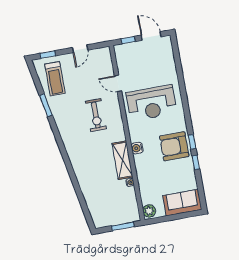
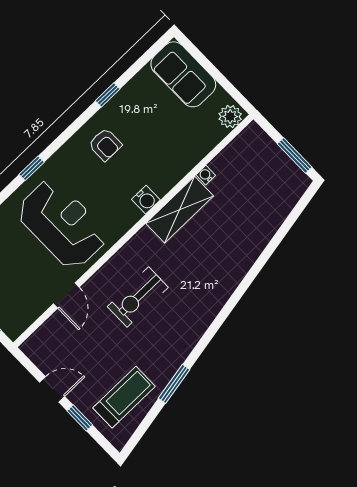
window: (48, 55) -> (80, 418), moved
exercise bike: (96, 115) -> (138, 297), turned 180
window: (192, 142) -> (32, 168), moved
armchair: (174, 146) -> (105, 145), width x0.53, depth x0.53
window: (123, 226) -> (295, 155), moved

